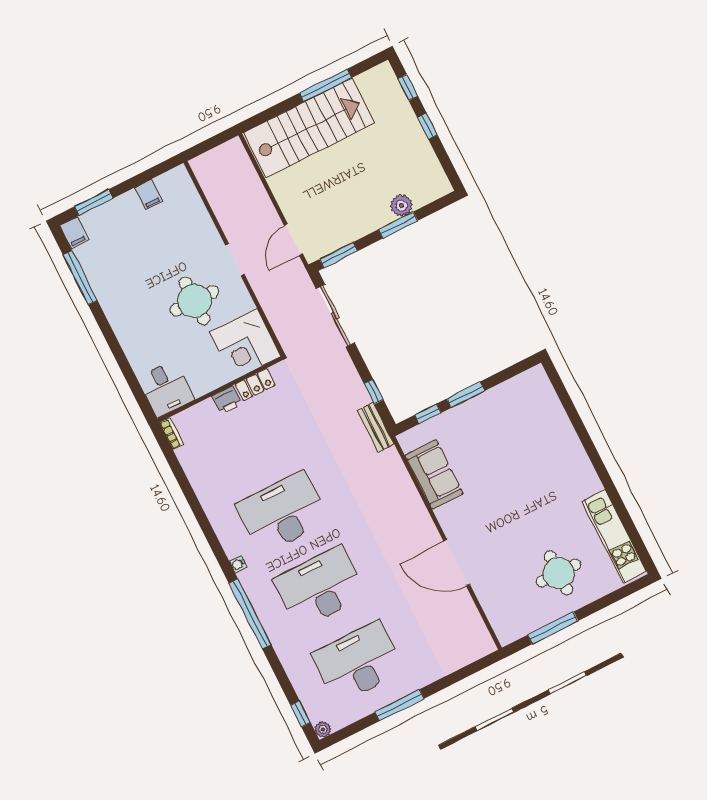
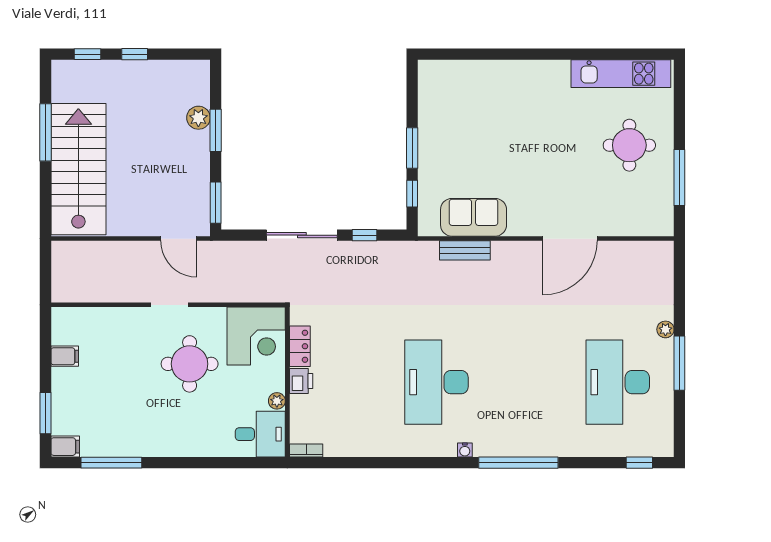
sliding door: (335, 316) -> (302, 235), moved
plant: (200, 388) -> (277, 401), added
bench: (376, 427) -> (465, 250), moved
desk: (320, 587) -> (527, 382), removed
plant: (323, 729) -> (665, 329), moved

